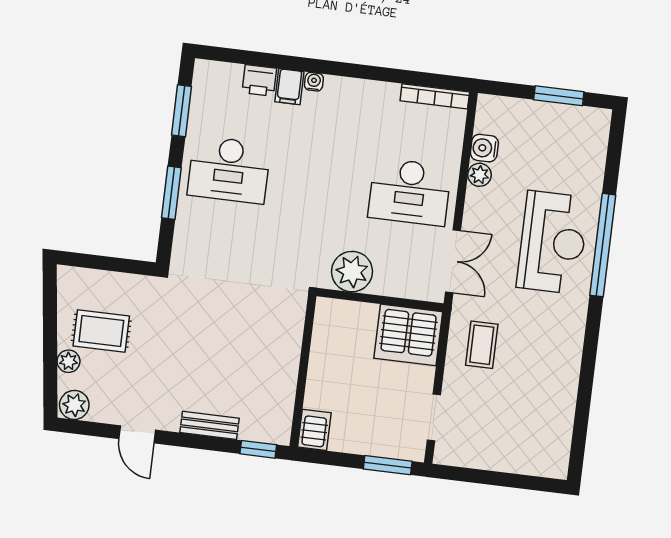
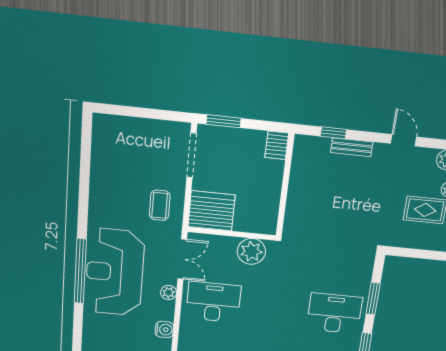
plant: (480, 175) -> (169, 292), moved
reception desk: (553, 242) -> (115, 272), width x1.36, depth x1.30
double door: (453, 261) -> (182, 259), swing flipped
doorway: (434, 418) -> (191, 155), width x1.38
window: (258, 449) -> (333, 133), moved

